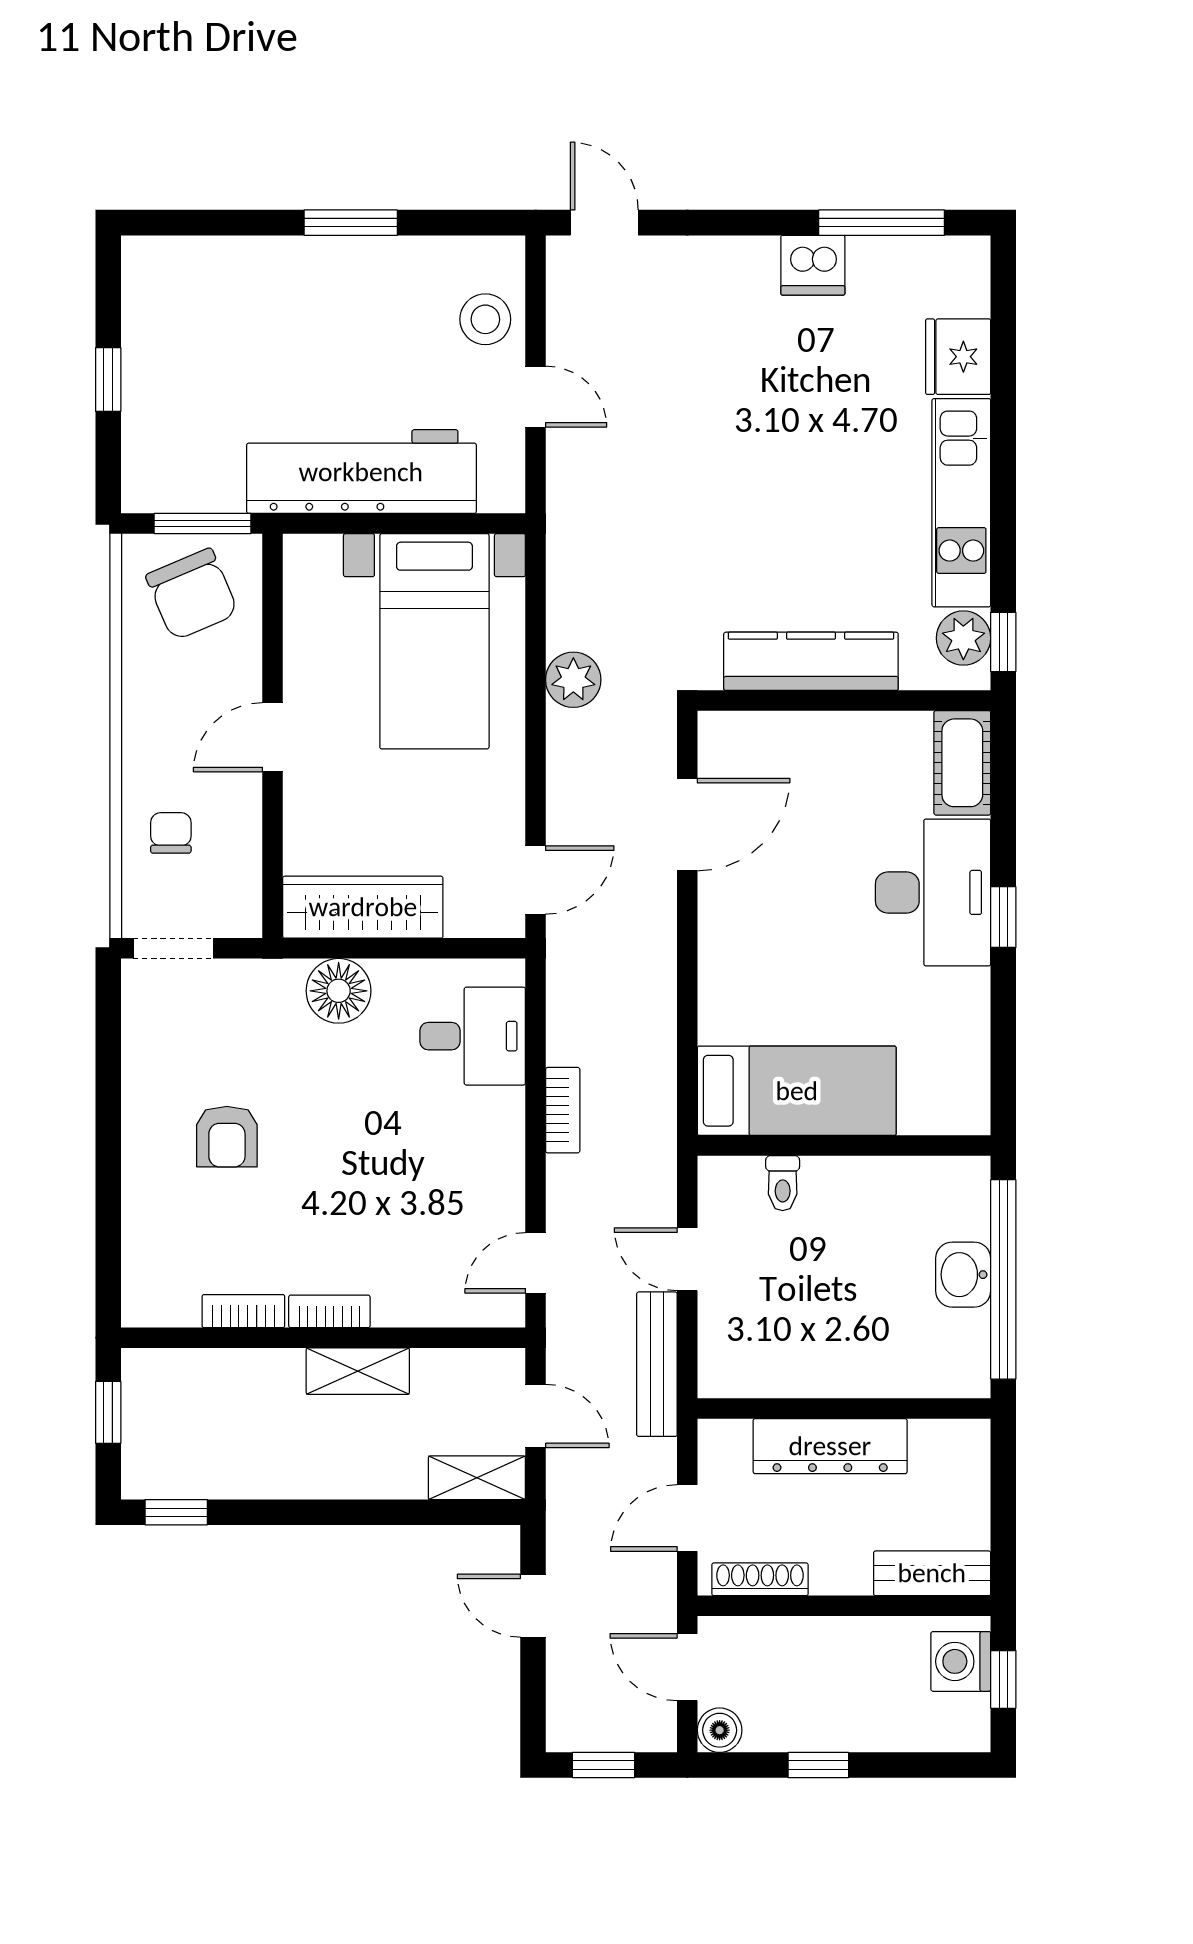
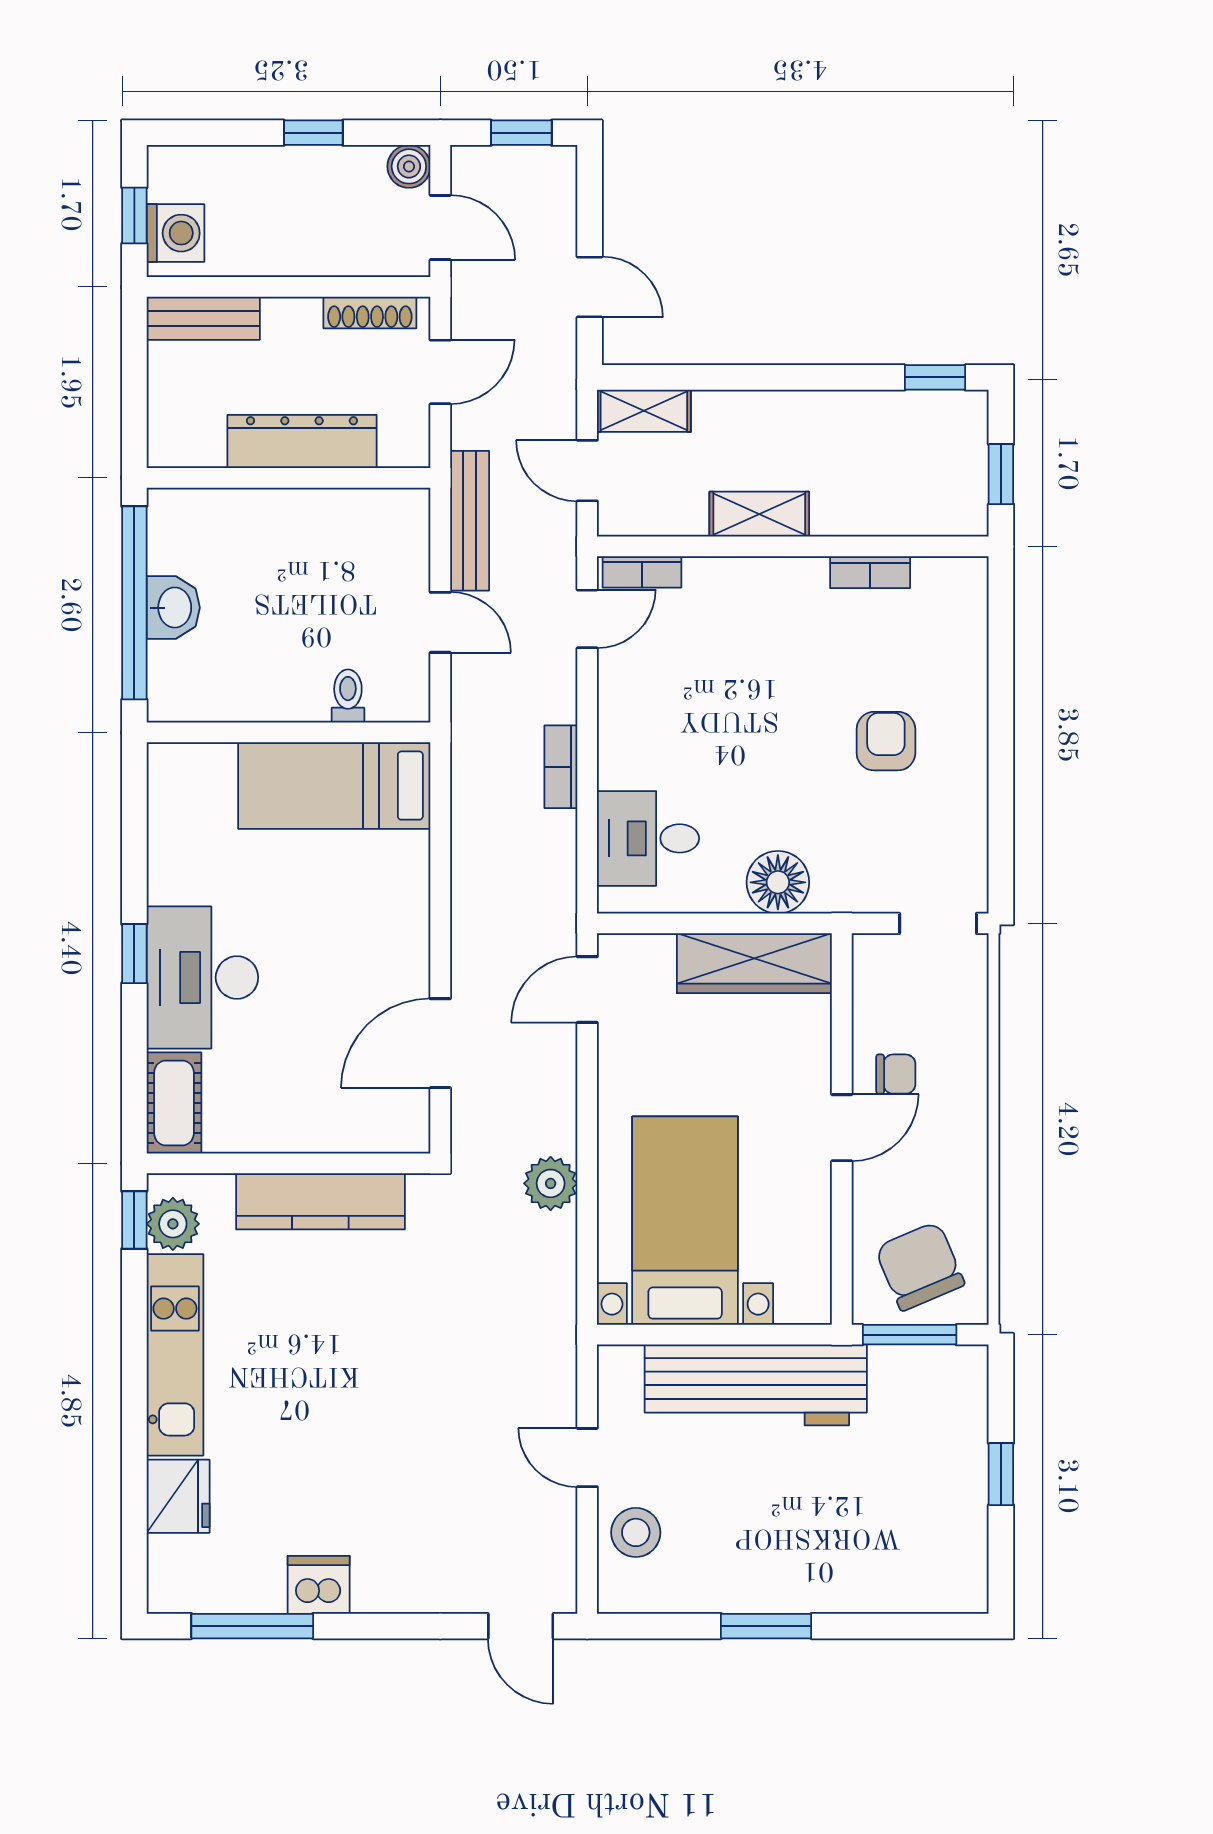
chair: (171, 833) -> (896, 1074), moved, turned -90
bookcase: (329, 1311) -> (642, 572), moved

